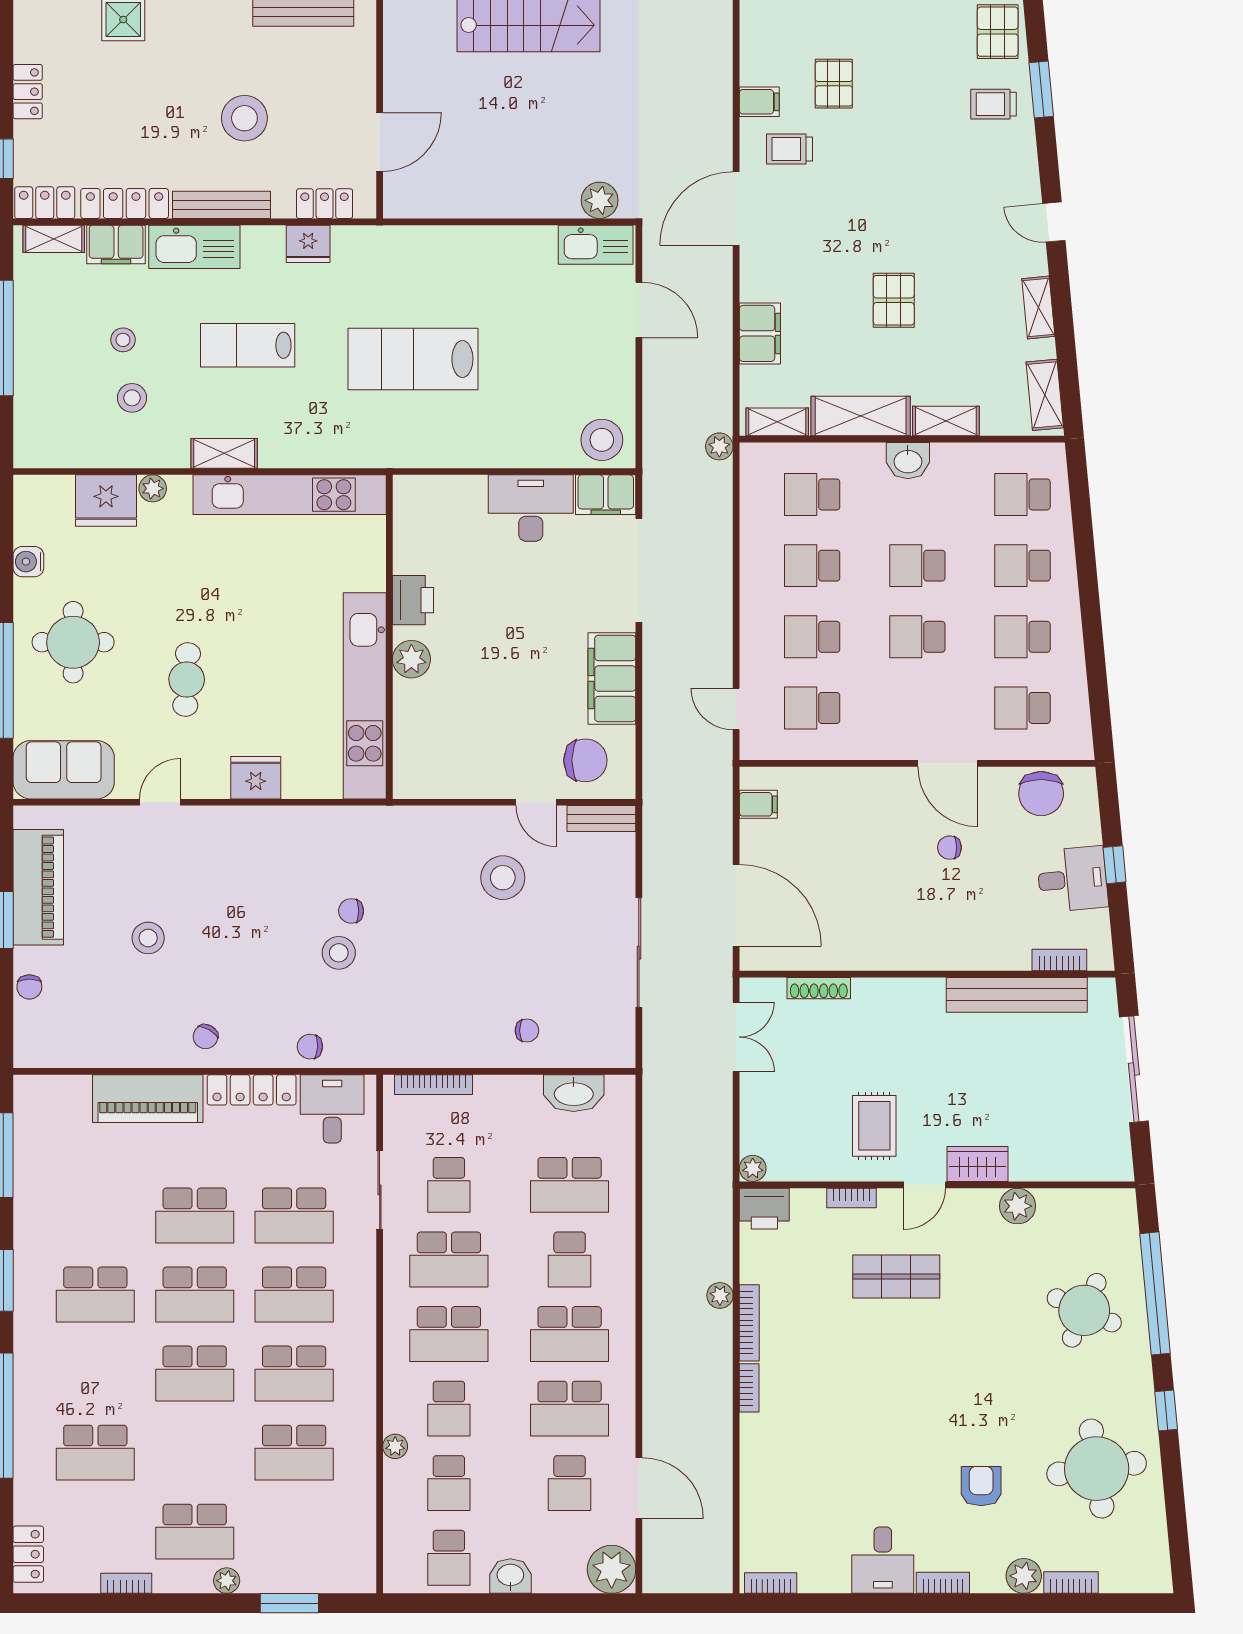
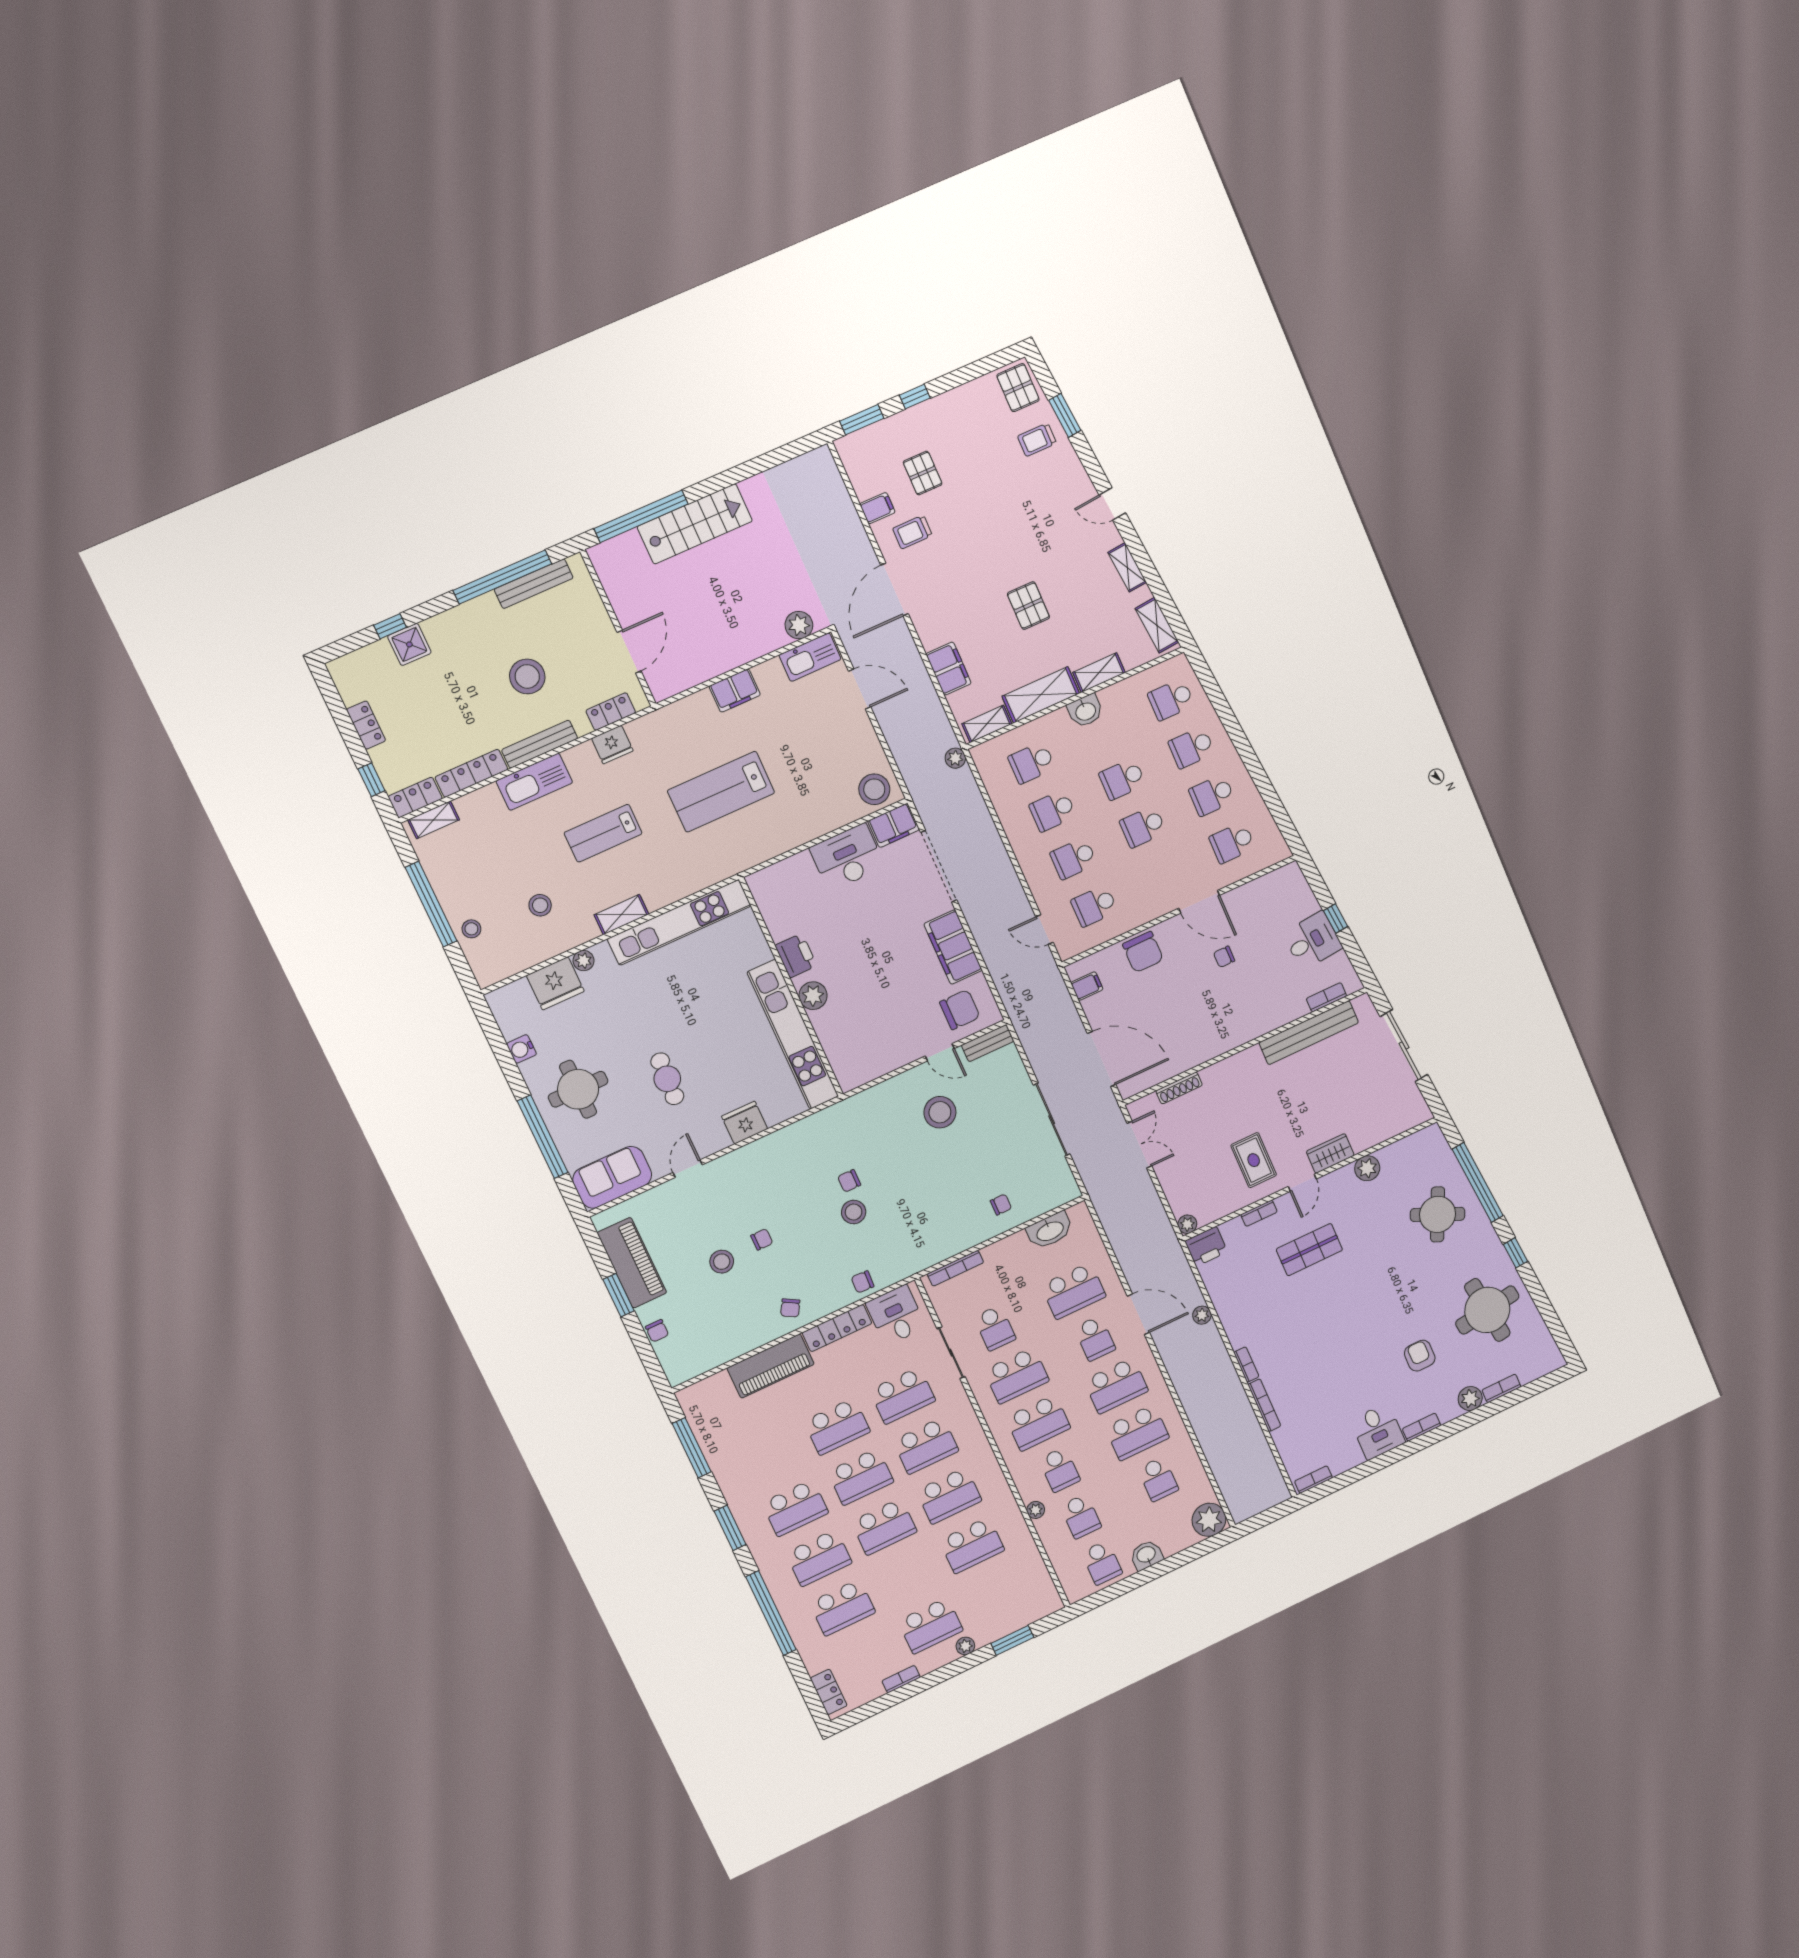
filing cabinet: (116, 244) -> (735, 690), moved
stool: (123, 340) -> (471, 929), moved
chair: (1041, 794) -> (1143, 952), moved
chair: (210, 933) -> (762, 1239), added
bookcase: (749, 1323) -> (1264, 1405), moved
school desk: (95, 1374) -> (819, 1558), added
door: (639, 1488) -> (1138, 1314), moved

